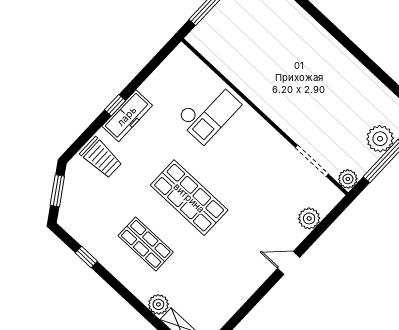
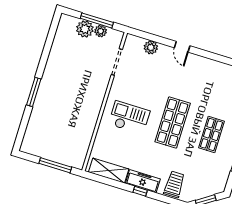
window: (327, 24) -> (34, 92), added
shelving: (165, 75) -> (109, 171), added
checkout: (209, 112) -> (129, 118), moved
plant: (348, 179) -> (101, 31), moved

